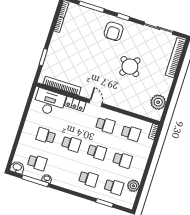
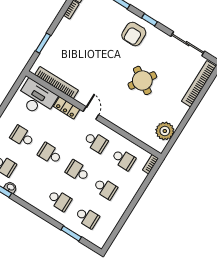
school desk: (71, 144) -> (50, 154), turned 180
school desk: (97, 152) -> (78, 171), turned 180
plant: (133, 186) -> (110, 222), removed

